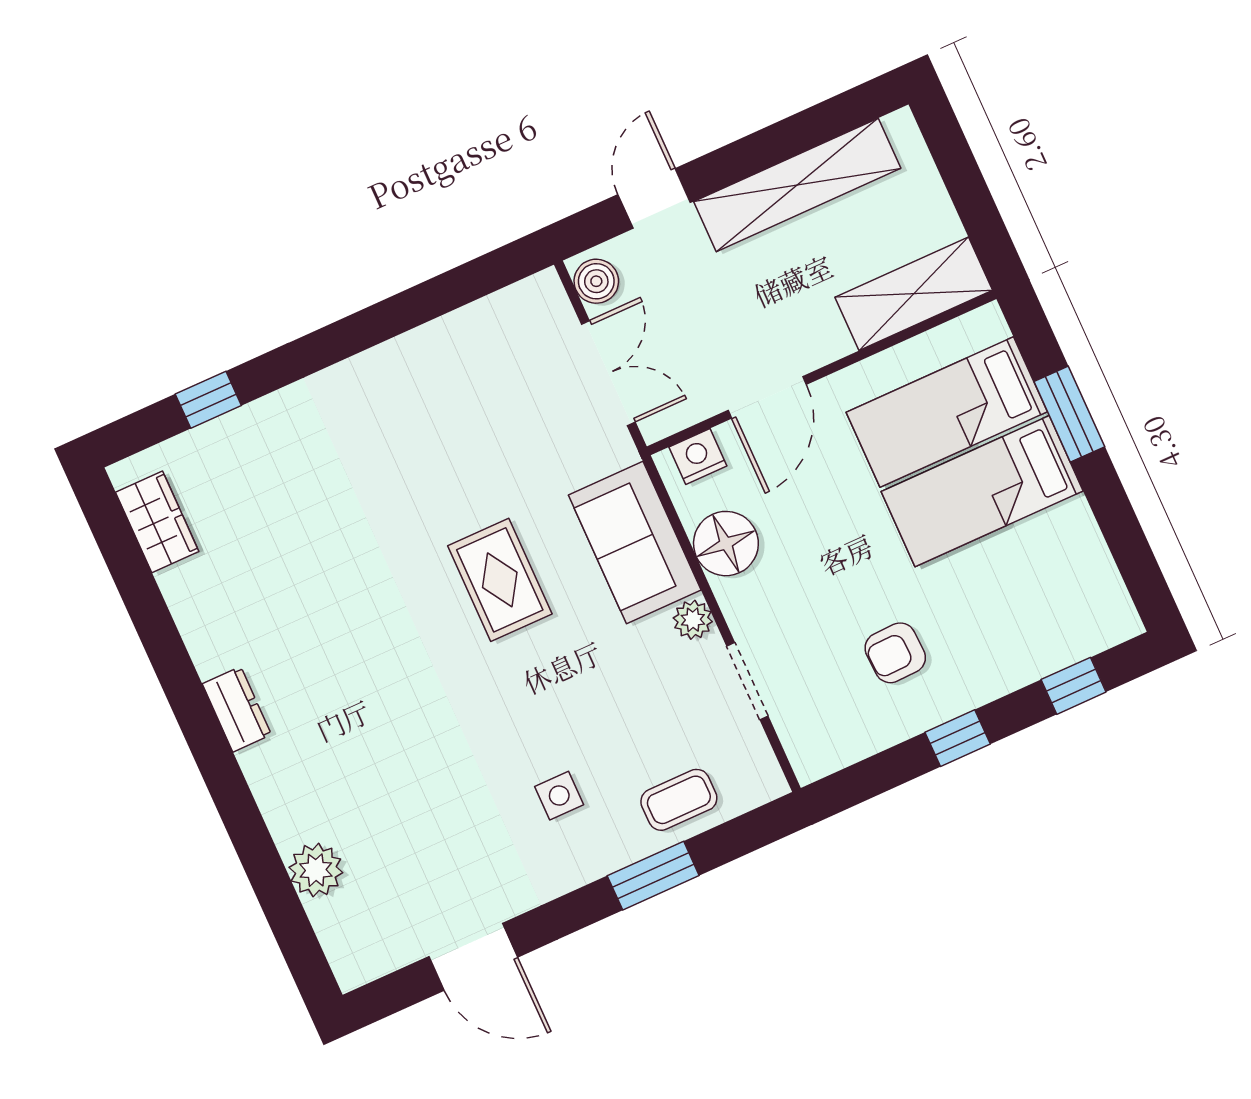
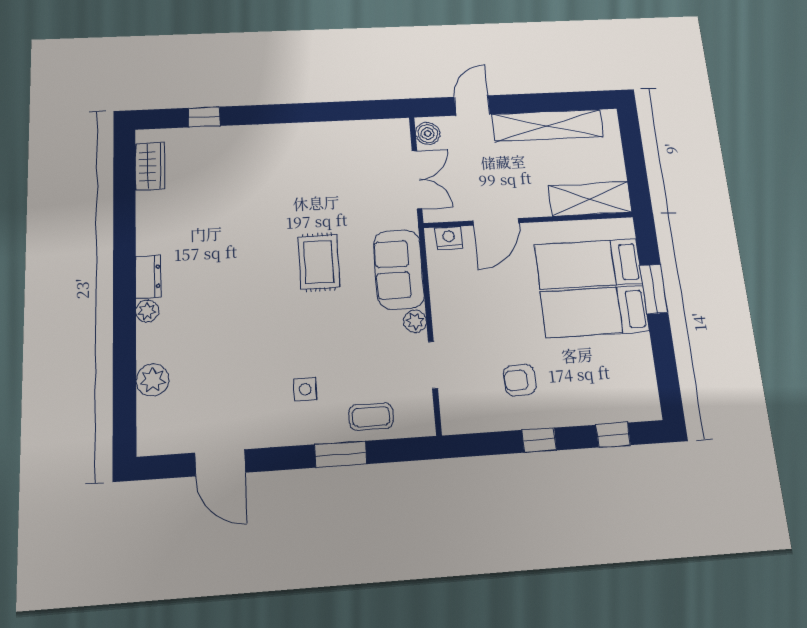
floor lamp: (726, 544) -> (447, 288), removed
plant: (260, 765) -> (147, 311), added

